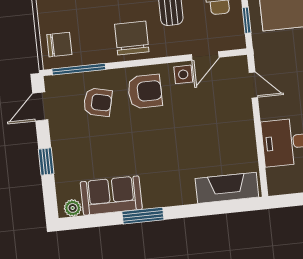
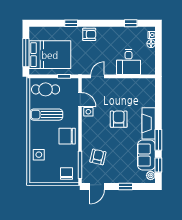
armchair: (145, 91) -> (119, 119), moved
door: (40, 106) -> (97, 187), hinge flipped
fireplace: (227, 188) -> (149, 123), moved
window: (94, 221) -> (158, 165), added

